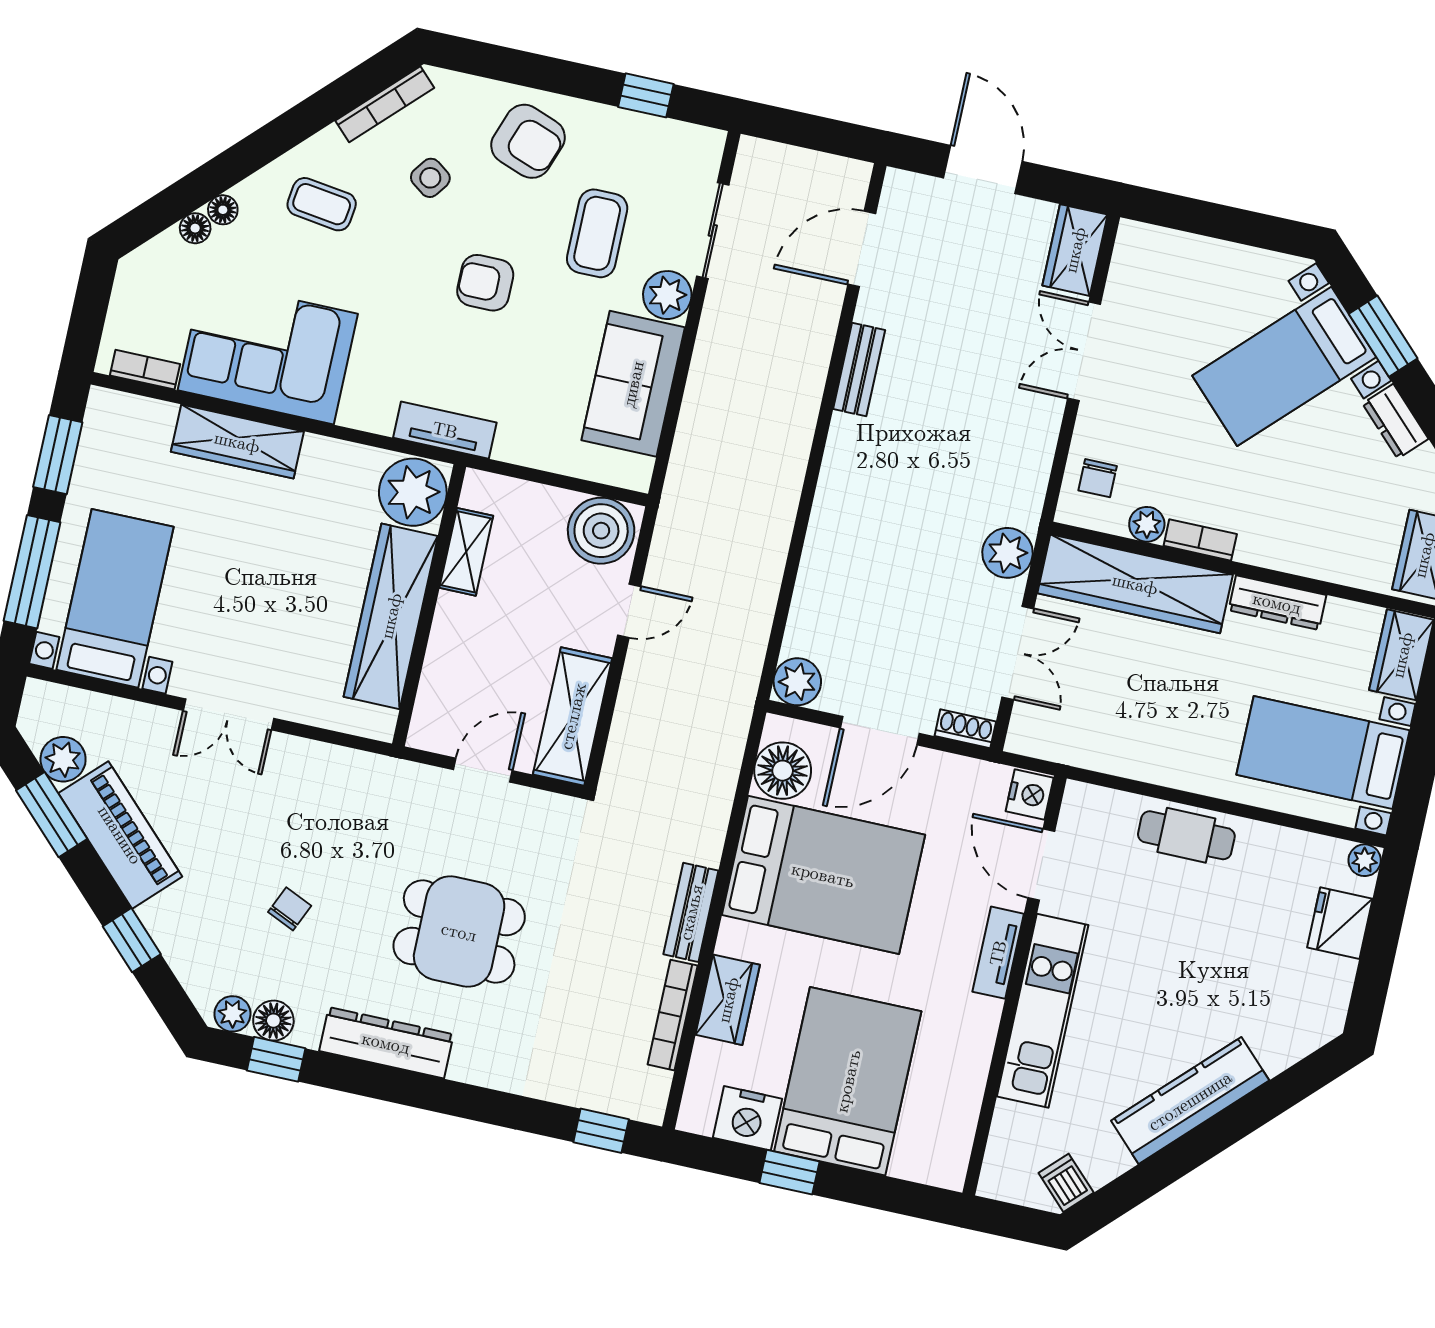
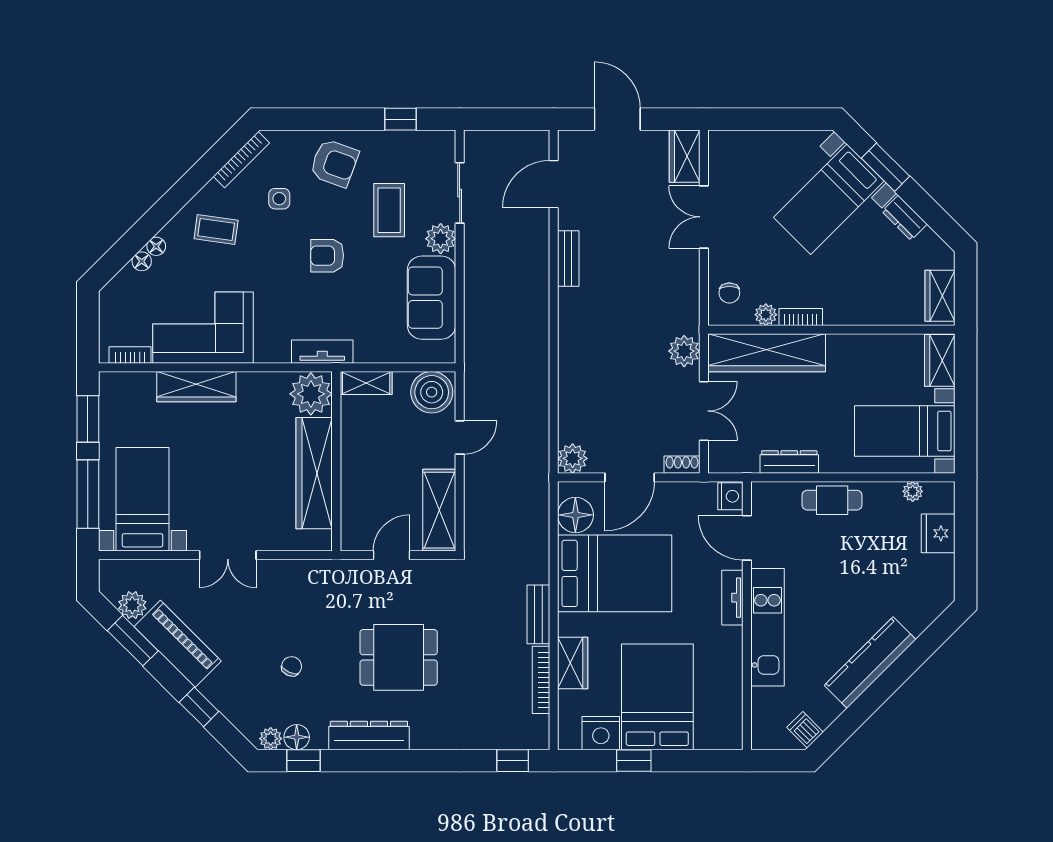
side table: (430, 178) -> (279, 199), turned -36
shelving: (466, 552) -> (366, 383), moved, turned 90
dresser: (1277, 603) -> (789, 462), moved, turned 180
plant: (1365, 860) -> (913, 491), moved

